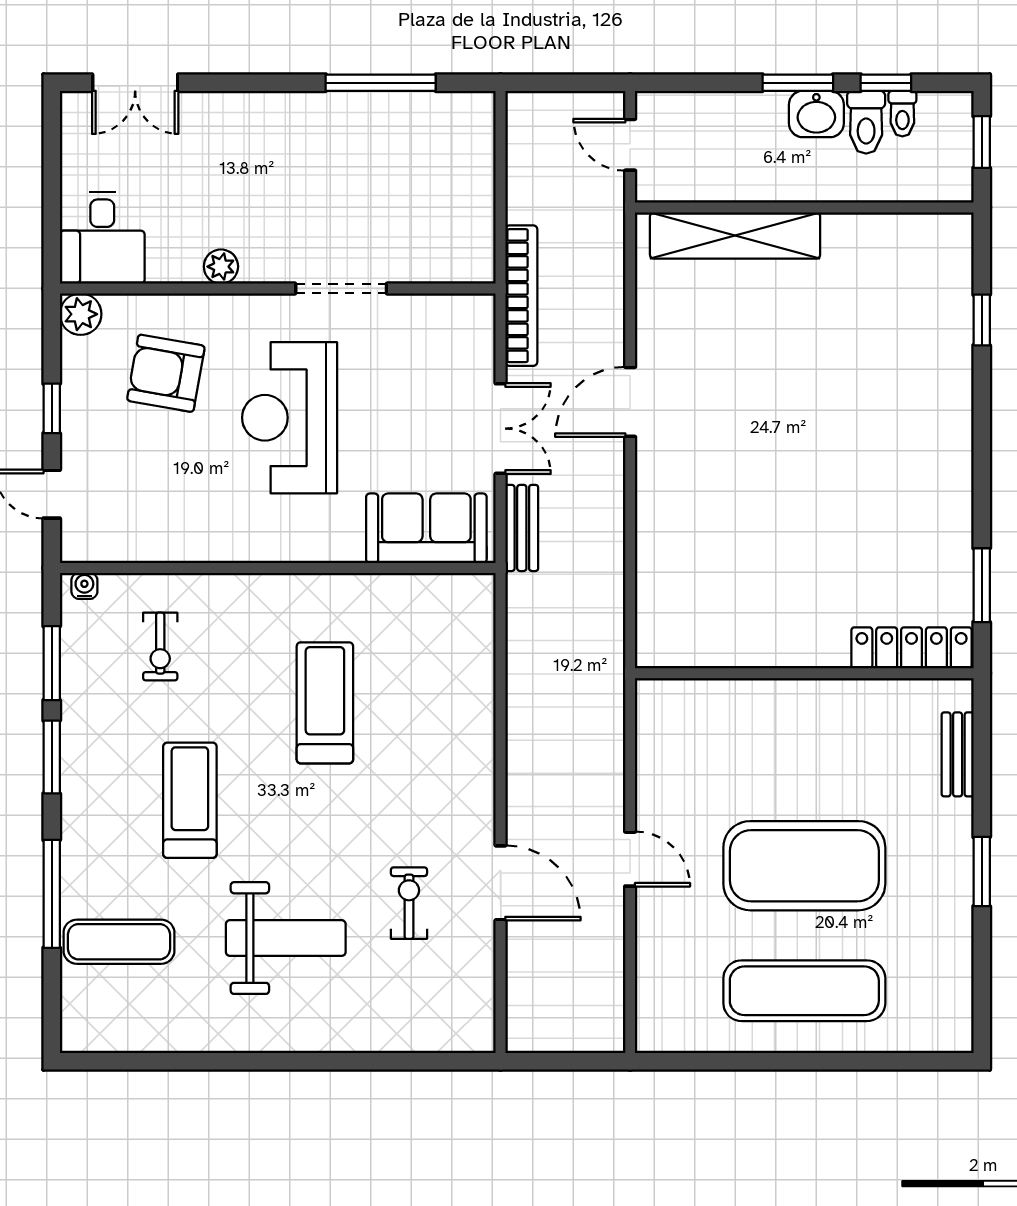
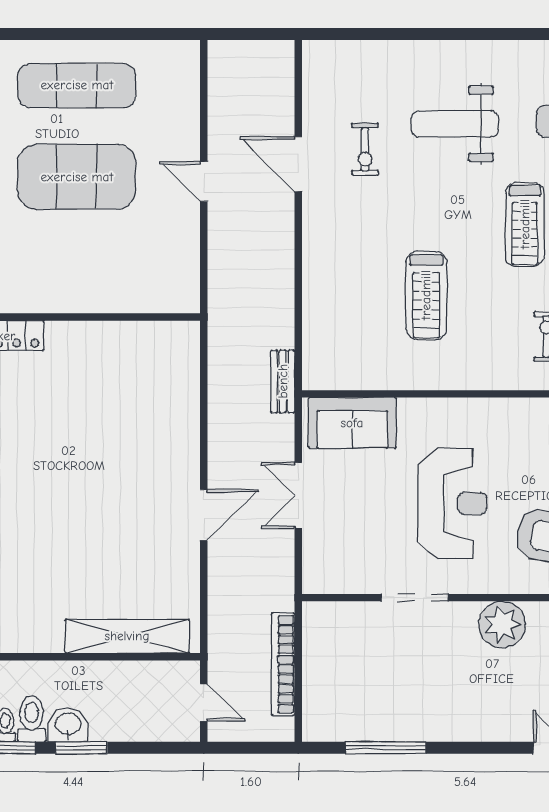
plant: (221, 267) -> (502, 625), width x1.87, depth x1.87
bookcase: (521, 296) -> (283, 664), moved
bench: (522, 528) -> (283, 381), moved

